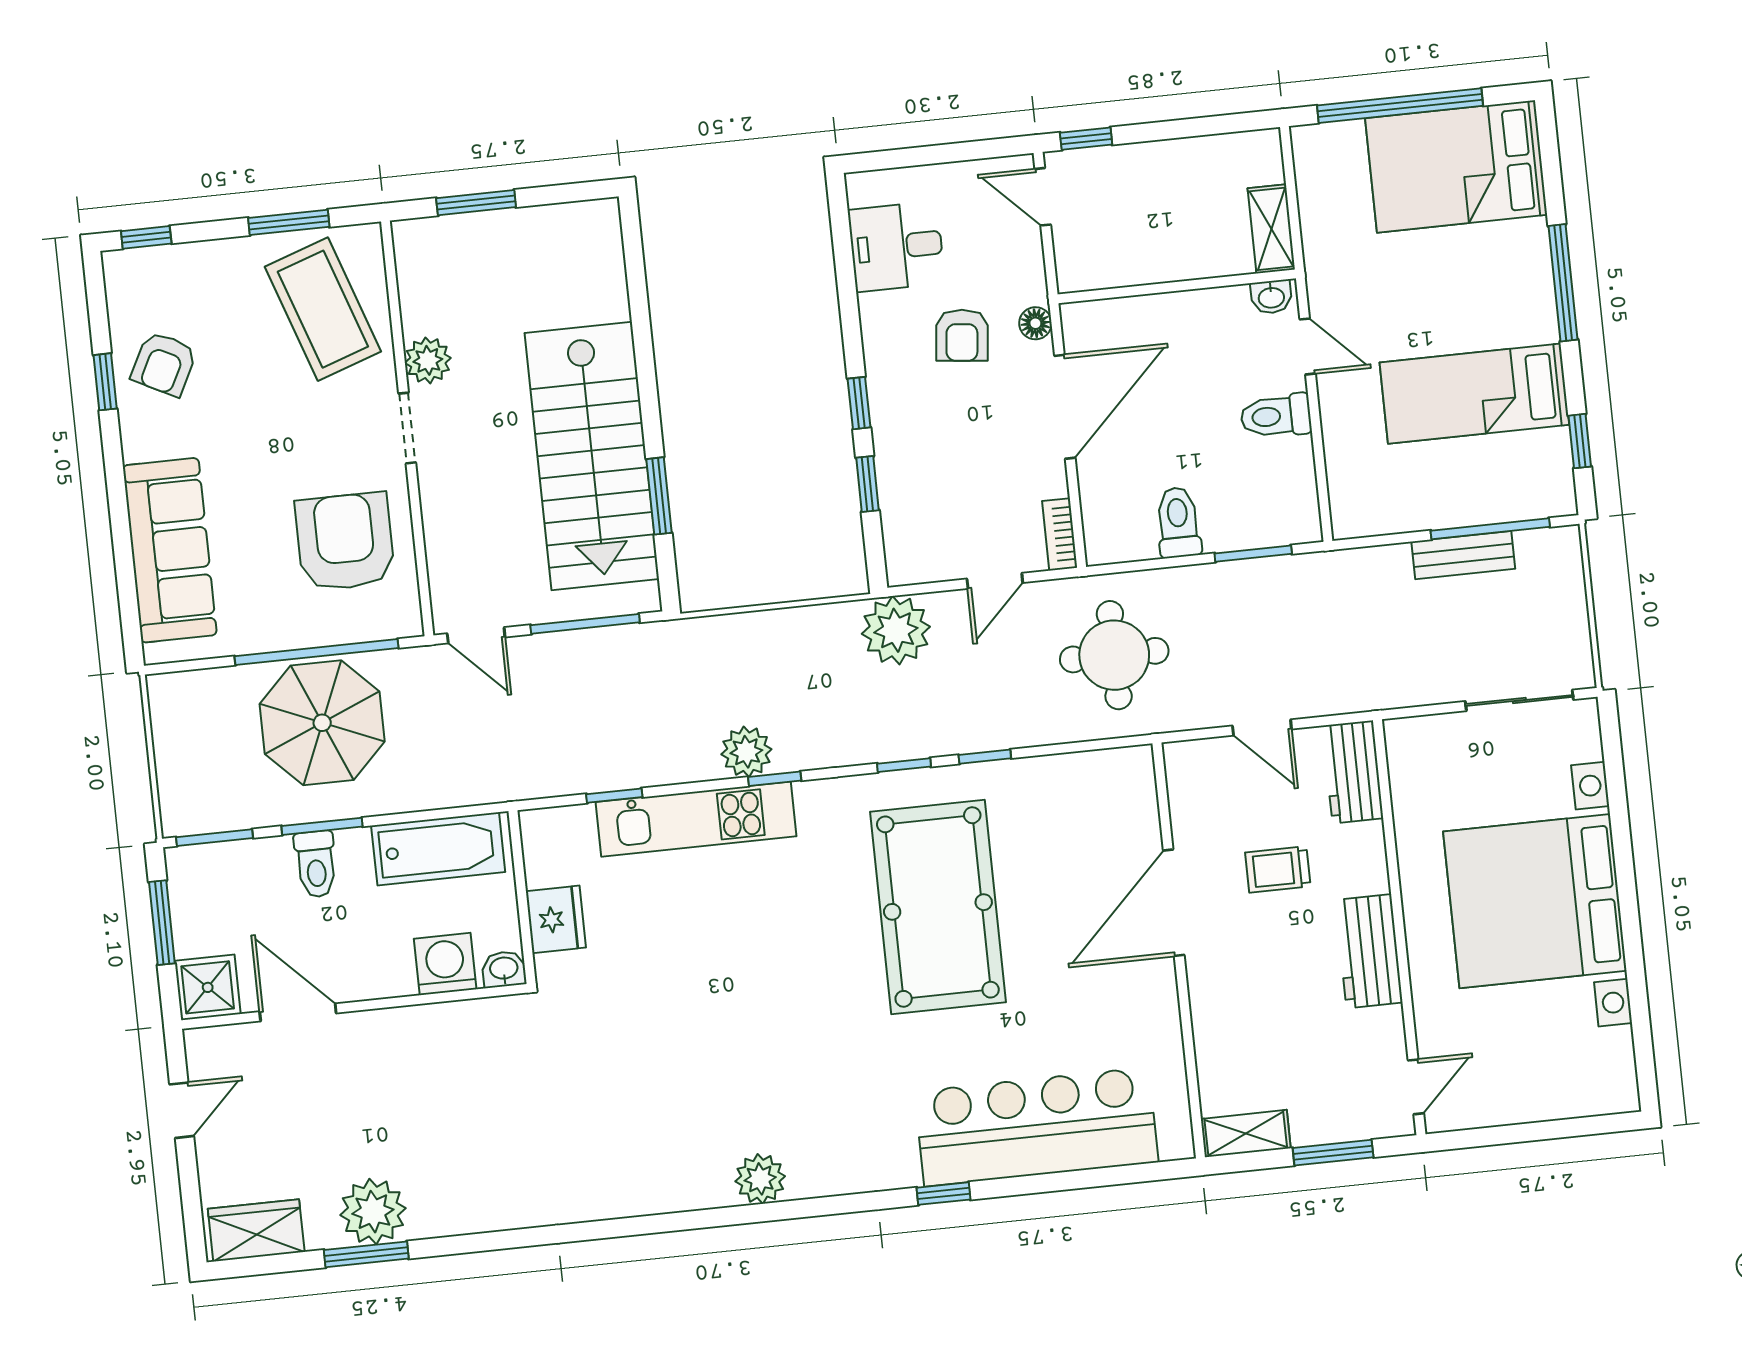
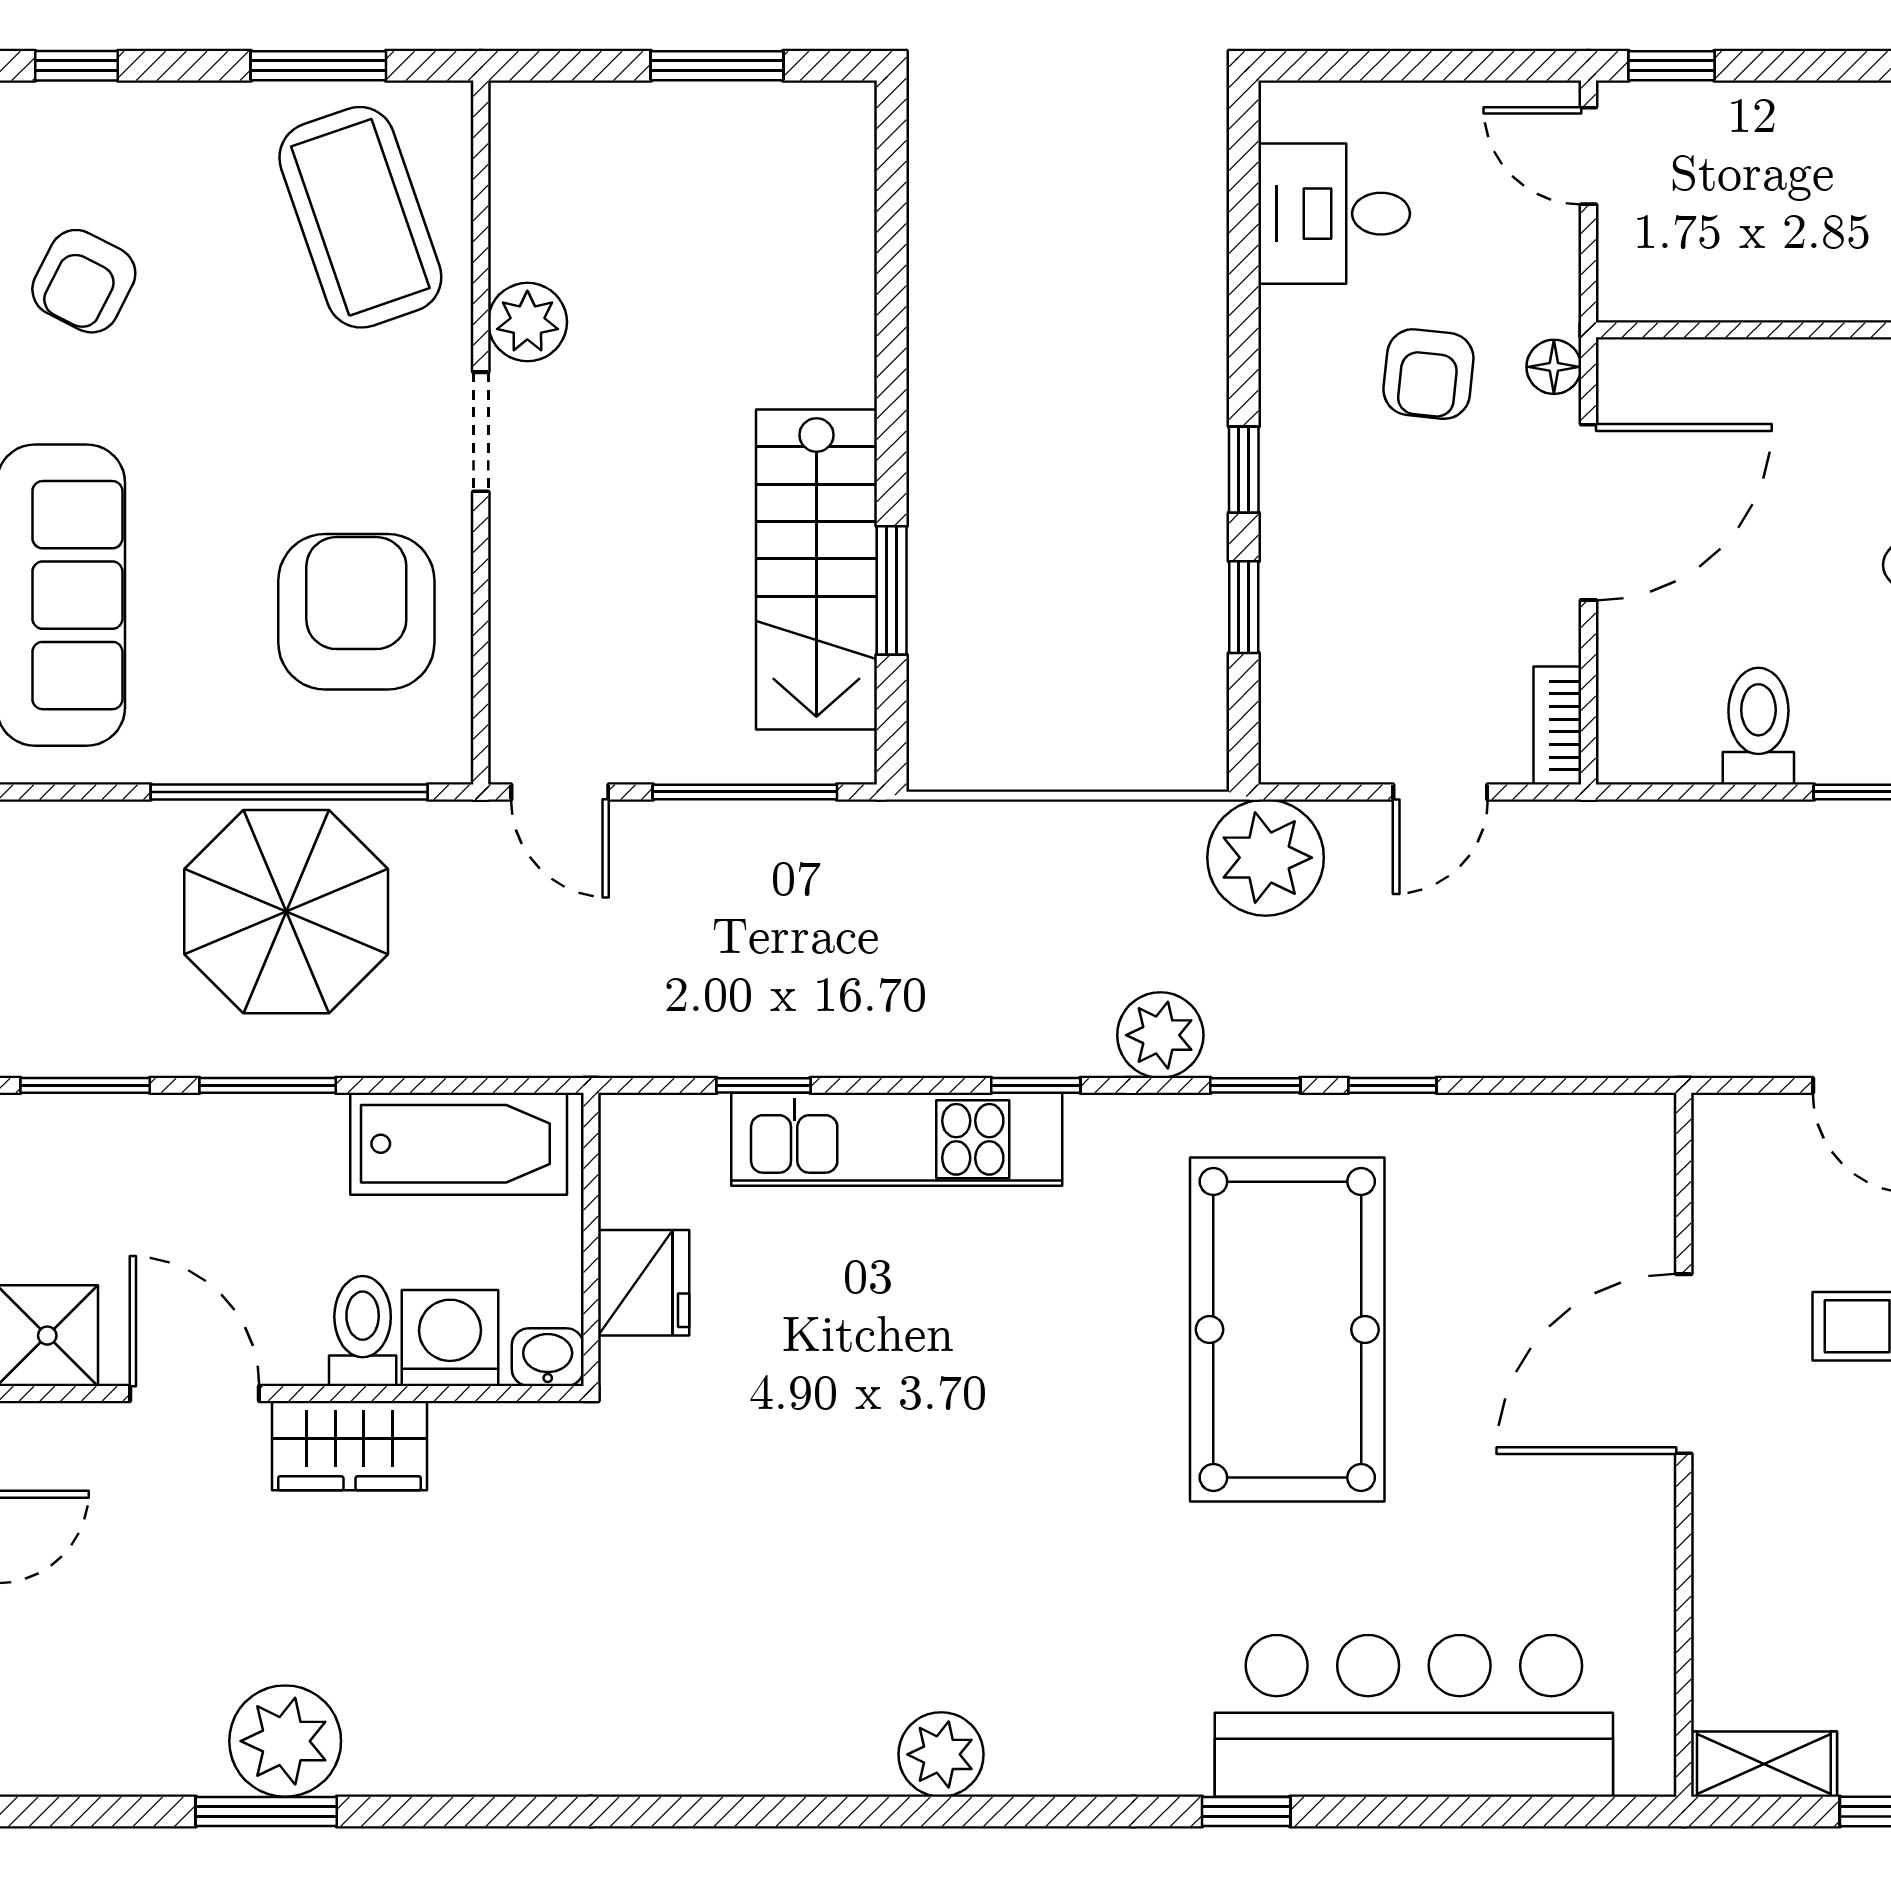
window: (476, 203) -> (717, 66), moved
stairs: (592, 456) -> (816, 570), width x0.73, depth x0.66
round table: (1114, 655) -> (1628, 938), removed
plant: (746, 752) -> (1160, 1035), moved
toilet: (316, 864) -> (363, 1331), moved, turned 180
wardrobe: (256, 1230) -> (349, 1446), moved, turned 180

